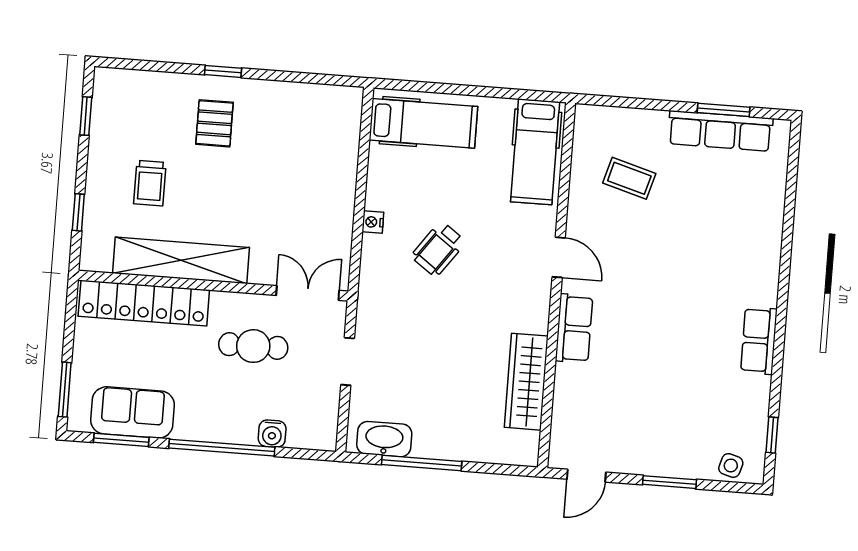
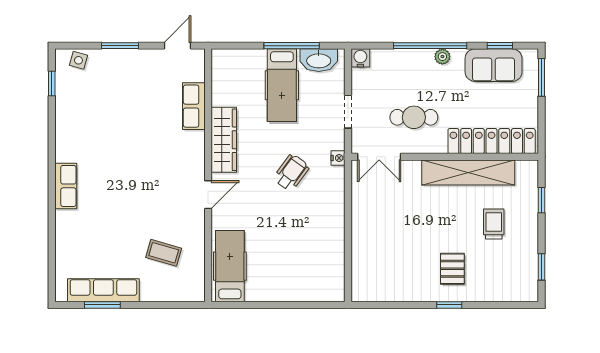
hospital bed: (423, 123) -> (282, 85), moved, turned -90
nightstand: (373, 222) -> (338, 158), moved
wheelchair: (438, 249) -> (291, 173), moved
door: (559, 257) -> (208, 195), swing flipped
row of seats: (574, 328) -> (194, 106), moved
row of seats: (759, 341) -> (66, 186), moved
wardrobe: (526, 382) -> (224, 140), moved
plant: (205, 431) -> (442, 57), added
water cooler: (272, 434) -> (360, 58), moved
window: (121, 440) -> (500, 46), width x0.67

